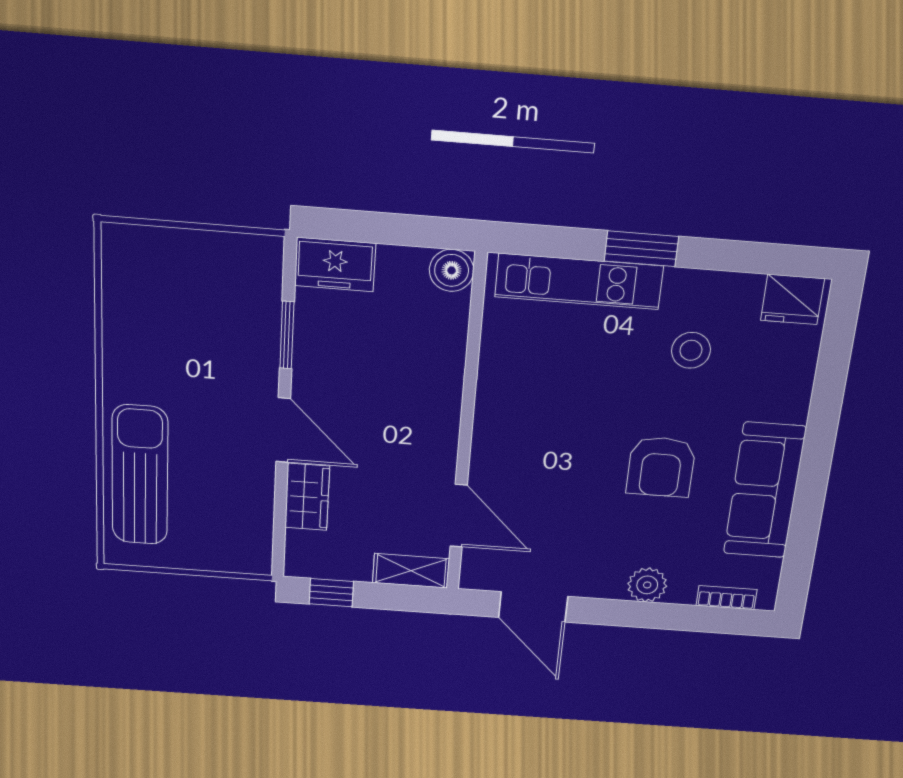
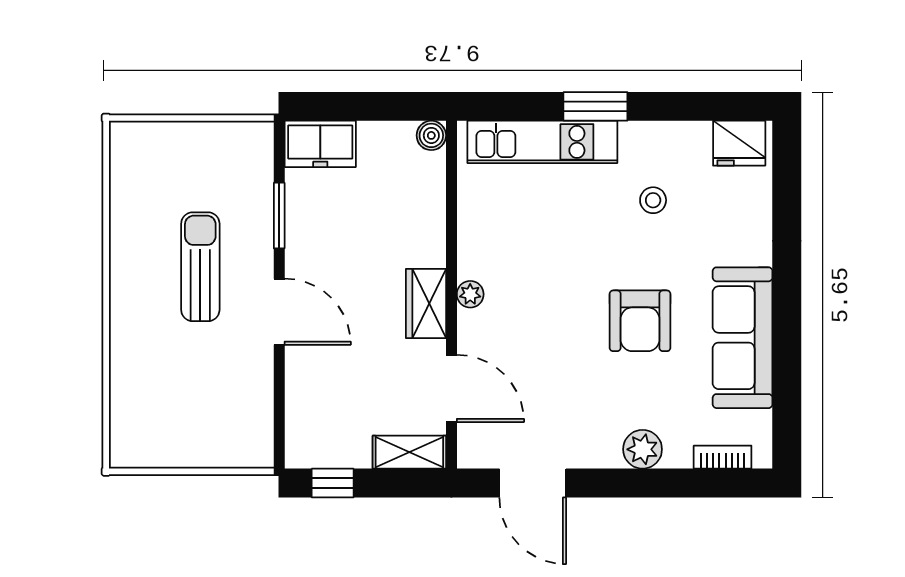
boiler: (452, 270) -> (431, 135), width x0.73, depth x0.73
stool: (691, 350) -> (653, 200), width x0.73, depth x0.73
plant: (486, 428) -> (470, 294), added
sun lounger: (140, 475) -> (200, 267), moved, width x0.73, depth x0.75
wardrobe: (307, 497) -> (426, 303), moved, turned 180

